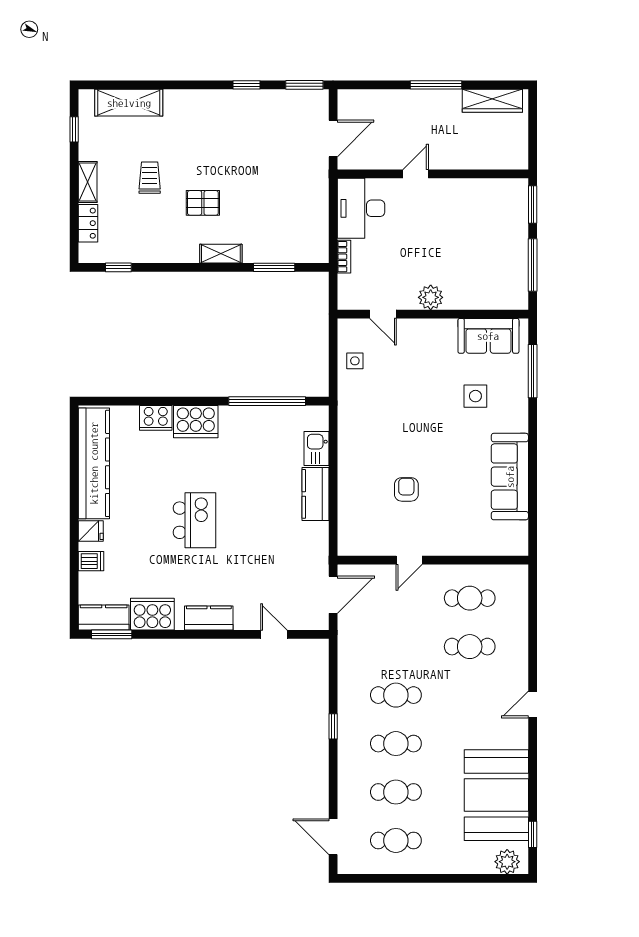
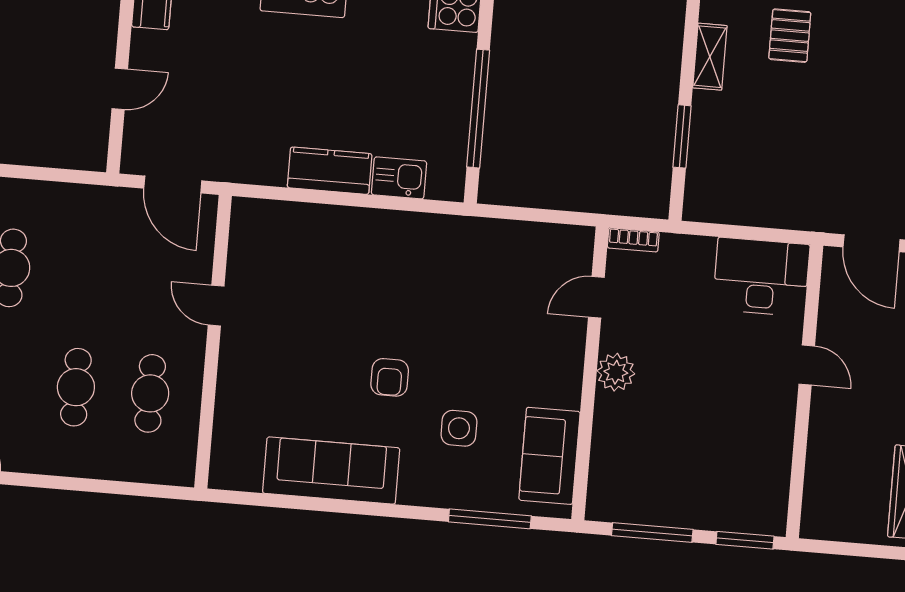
bookcase: (344, 257) -> (633, 240), moved
side table: (355, 361) -> (528, 248), removed
armchair: (406, 489) -> (390, 377), moved, turned 90

